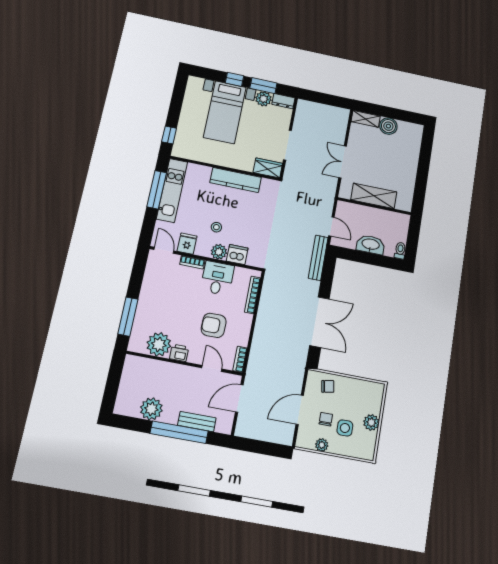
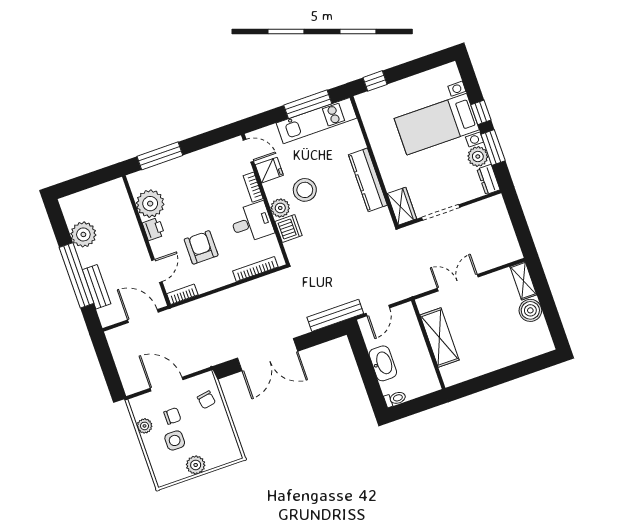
stool: (216, 227) -> (305, 190), width x1.89, depth x1.89
door: (164, 250) -> (248, 151), hinge flipped

